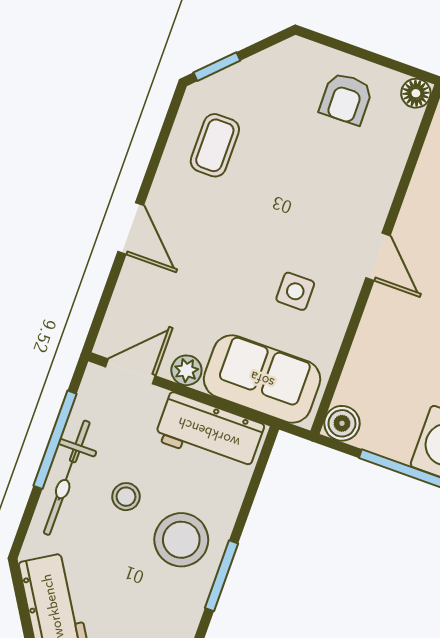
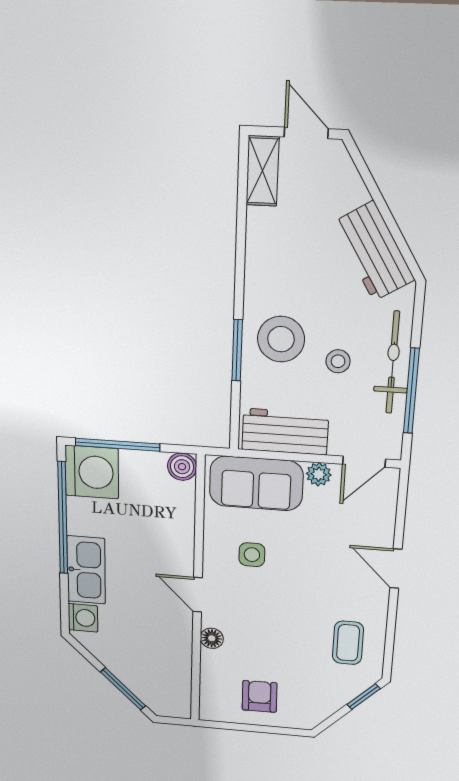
floor lamp: (416, 93) -> (212, 638), moved
window: (221, 576) -> (237, 350), moved

